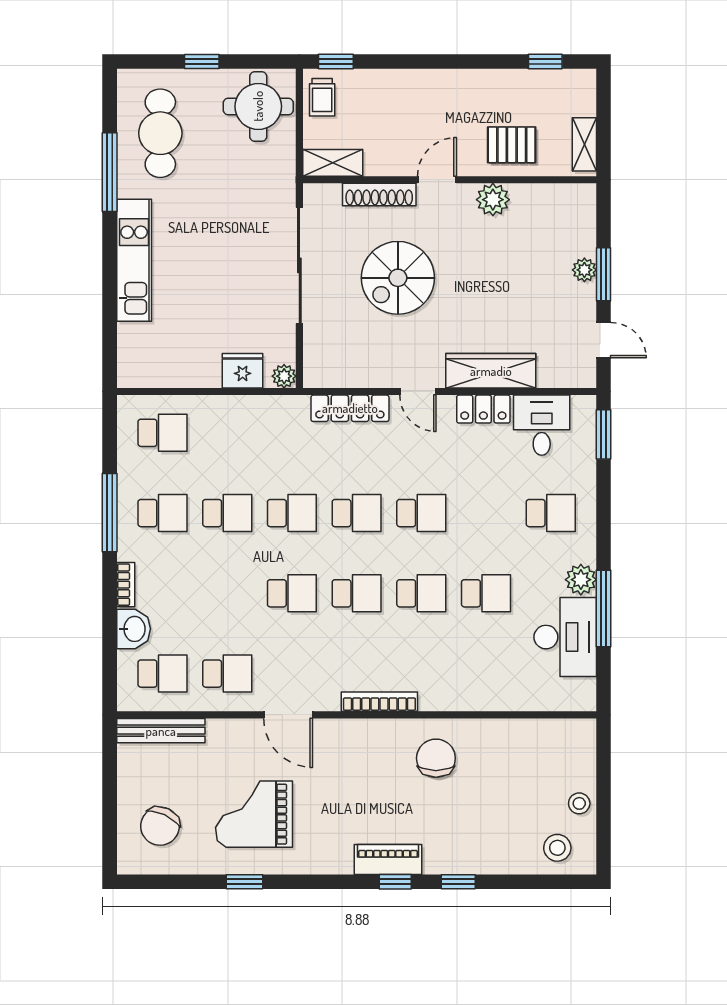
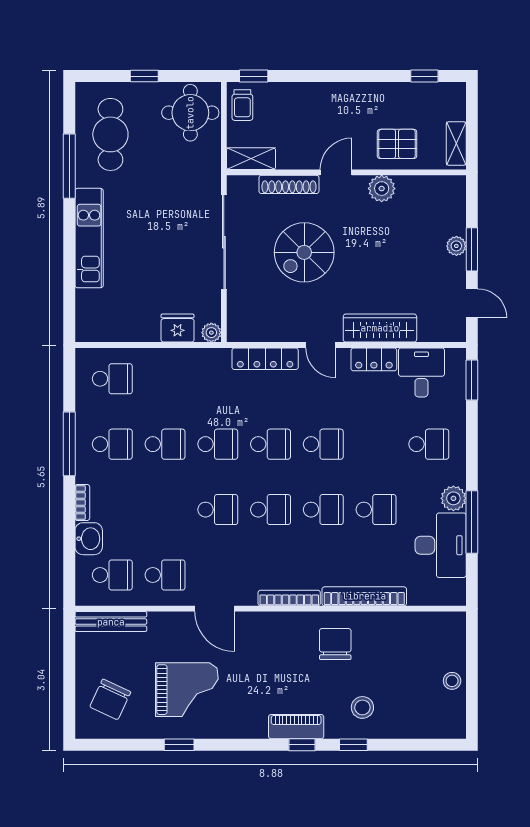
bookcase: (472, 700) -> (364, 596), added
grand piano: (254, 814) -> (187, 690), turned 180
stool: (557, 848) -> (362, 707), moved

